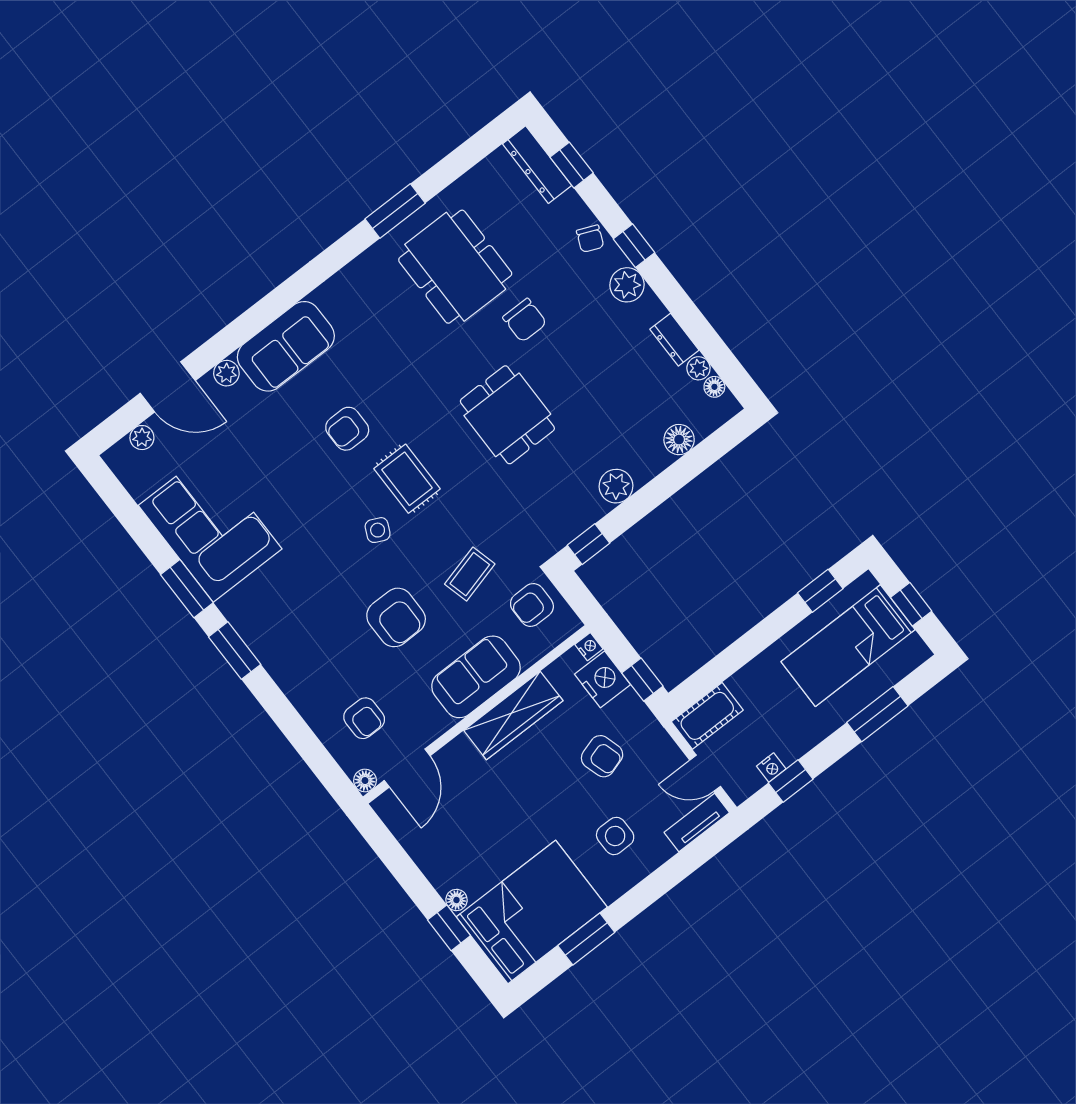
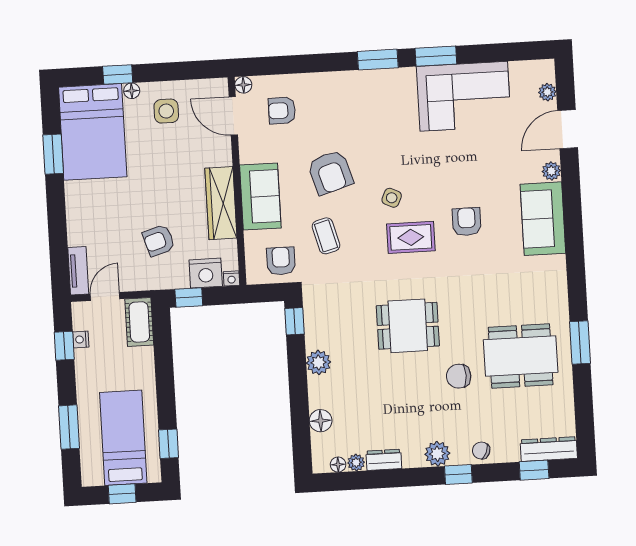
armchair: (396, 617) -> (330, 172), turned -107
side table: (615, 836) -> (166, 111), moved

